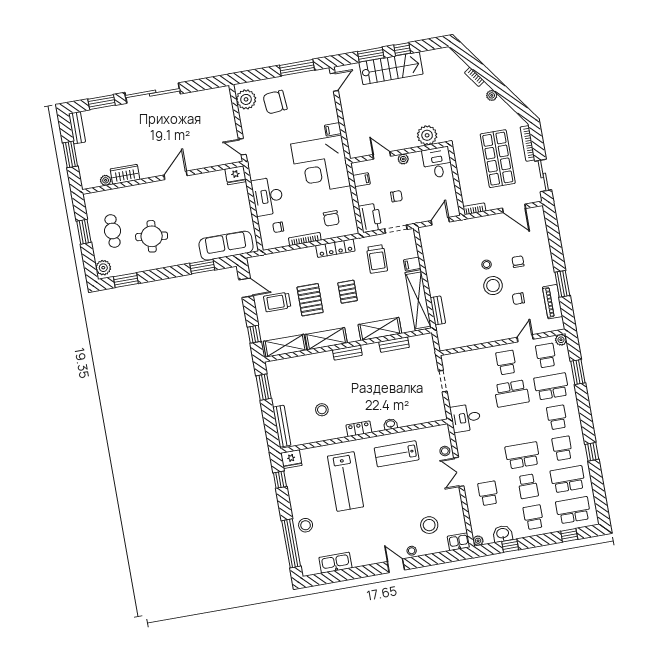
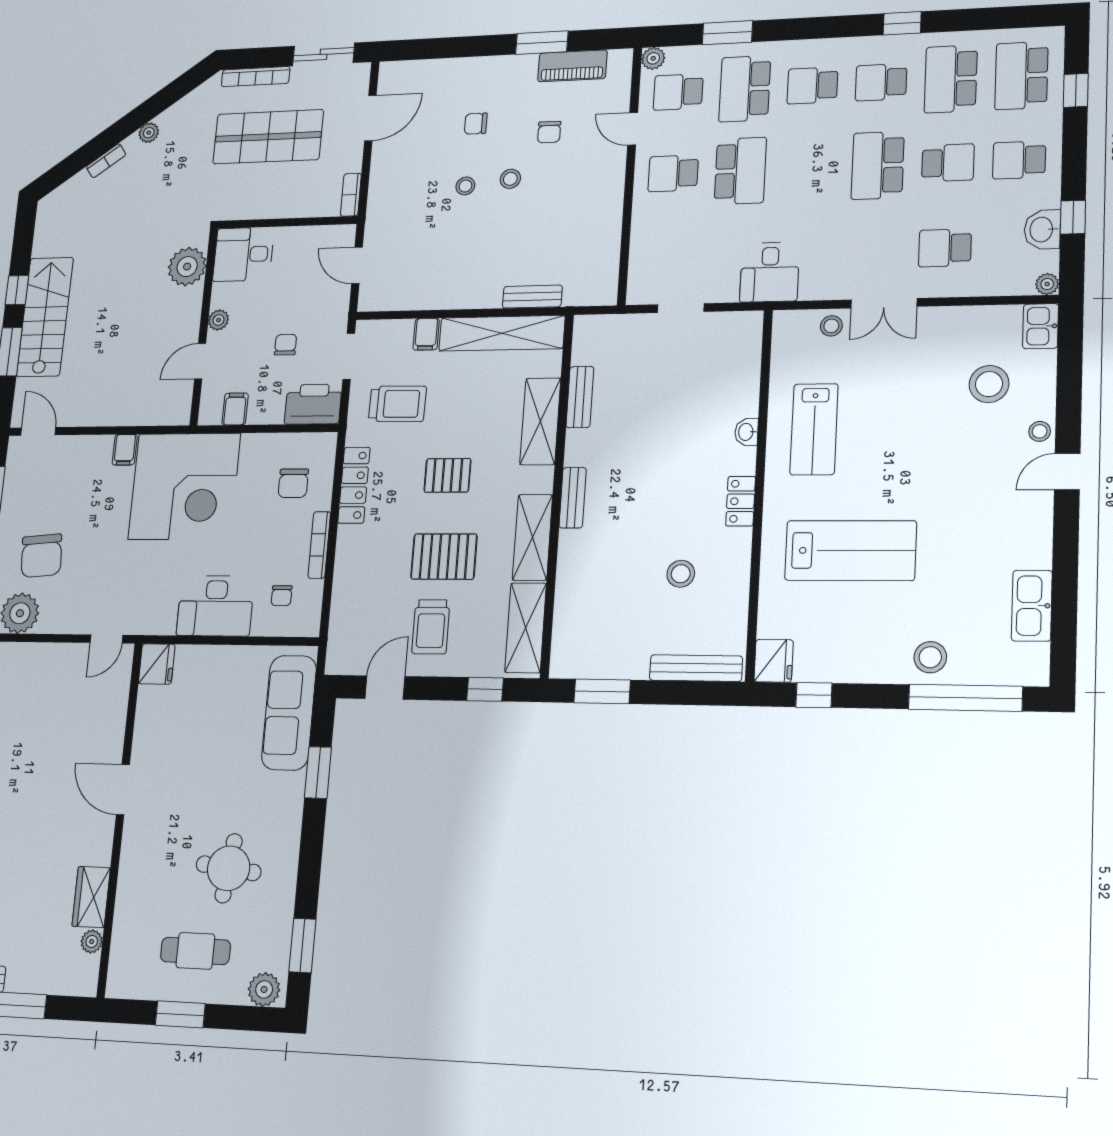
chair: (331, 218) -> (293, 483), turned 90
stool: (493, 286) -> (510, 179), width x0.53, depth x0.53

